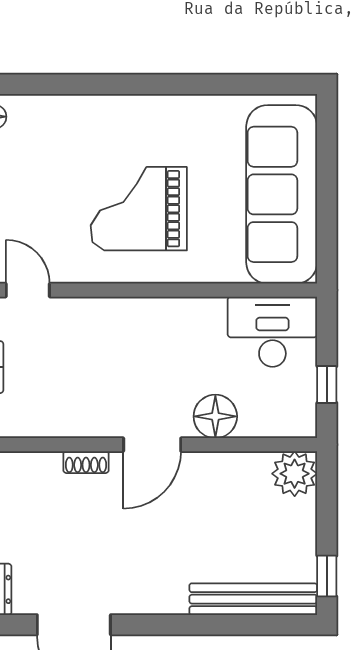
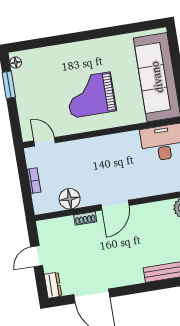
floor lamp: (215, 416) -> (70, 199), moved

